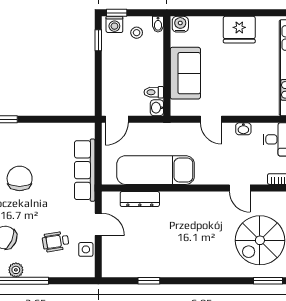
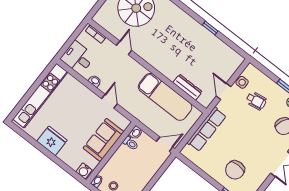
chair: (20, 178) -> (235, 170), moved
window: (149, 281) -> (210, 28), moved

